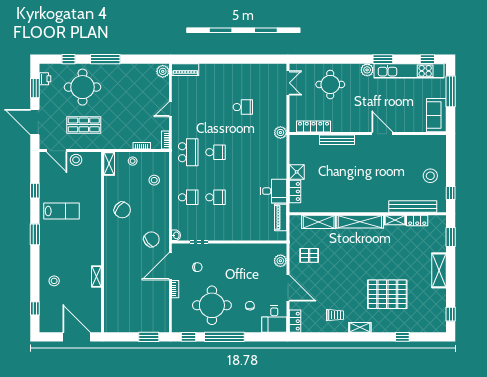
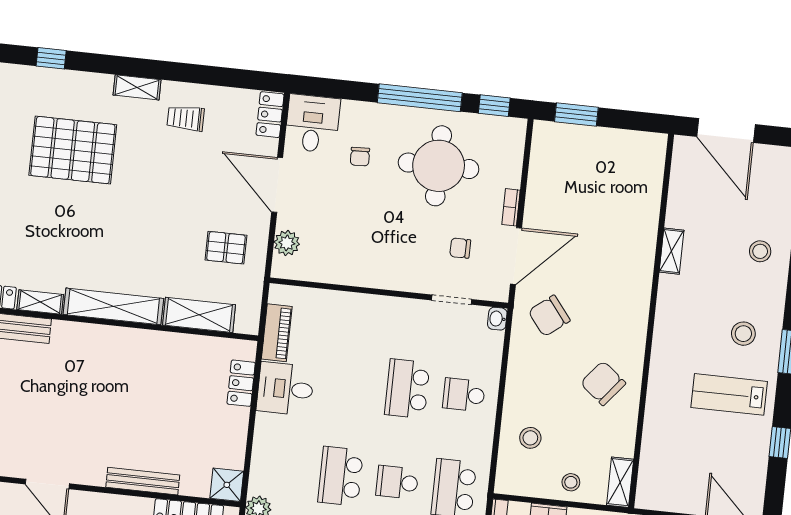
school desk: (243, 152) -> (341, 476), added
stool: (76, 160) -> (743, 334), moved
shower: (297, 172) -> (227, 485), moved
school desk: (215, 197) -> (407, 389), width x1.85

